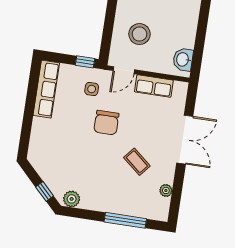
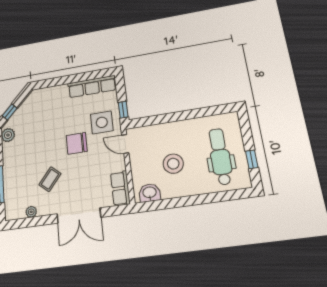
stool: (140, 34) -> (173, 164), moved
row of seats: (154, 86) -> (120, 188), moved
side table: (92, 89) -> (102, 122), width x1.87, depth x1.87

